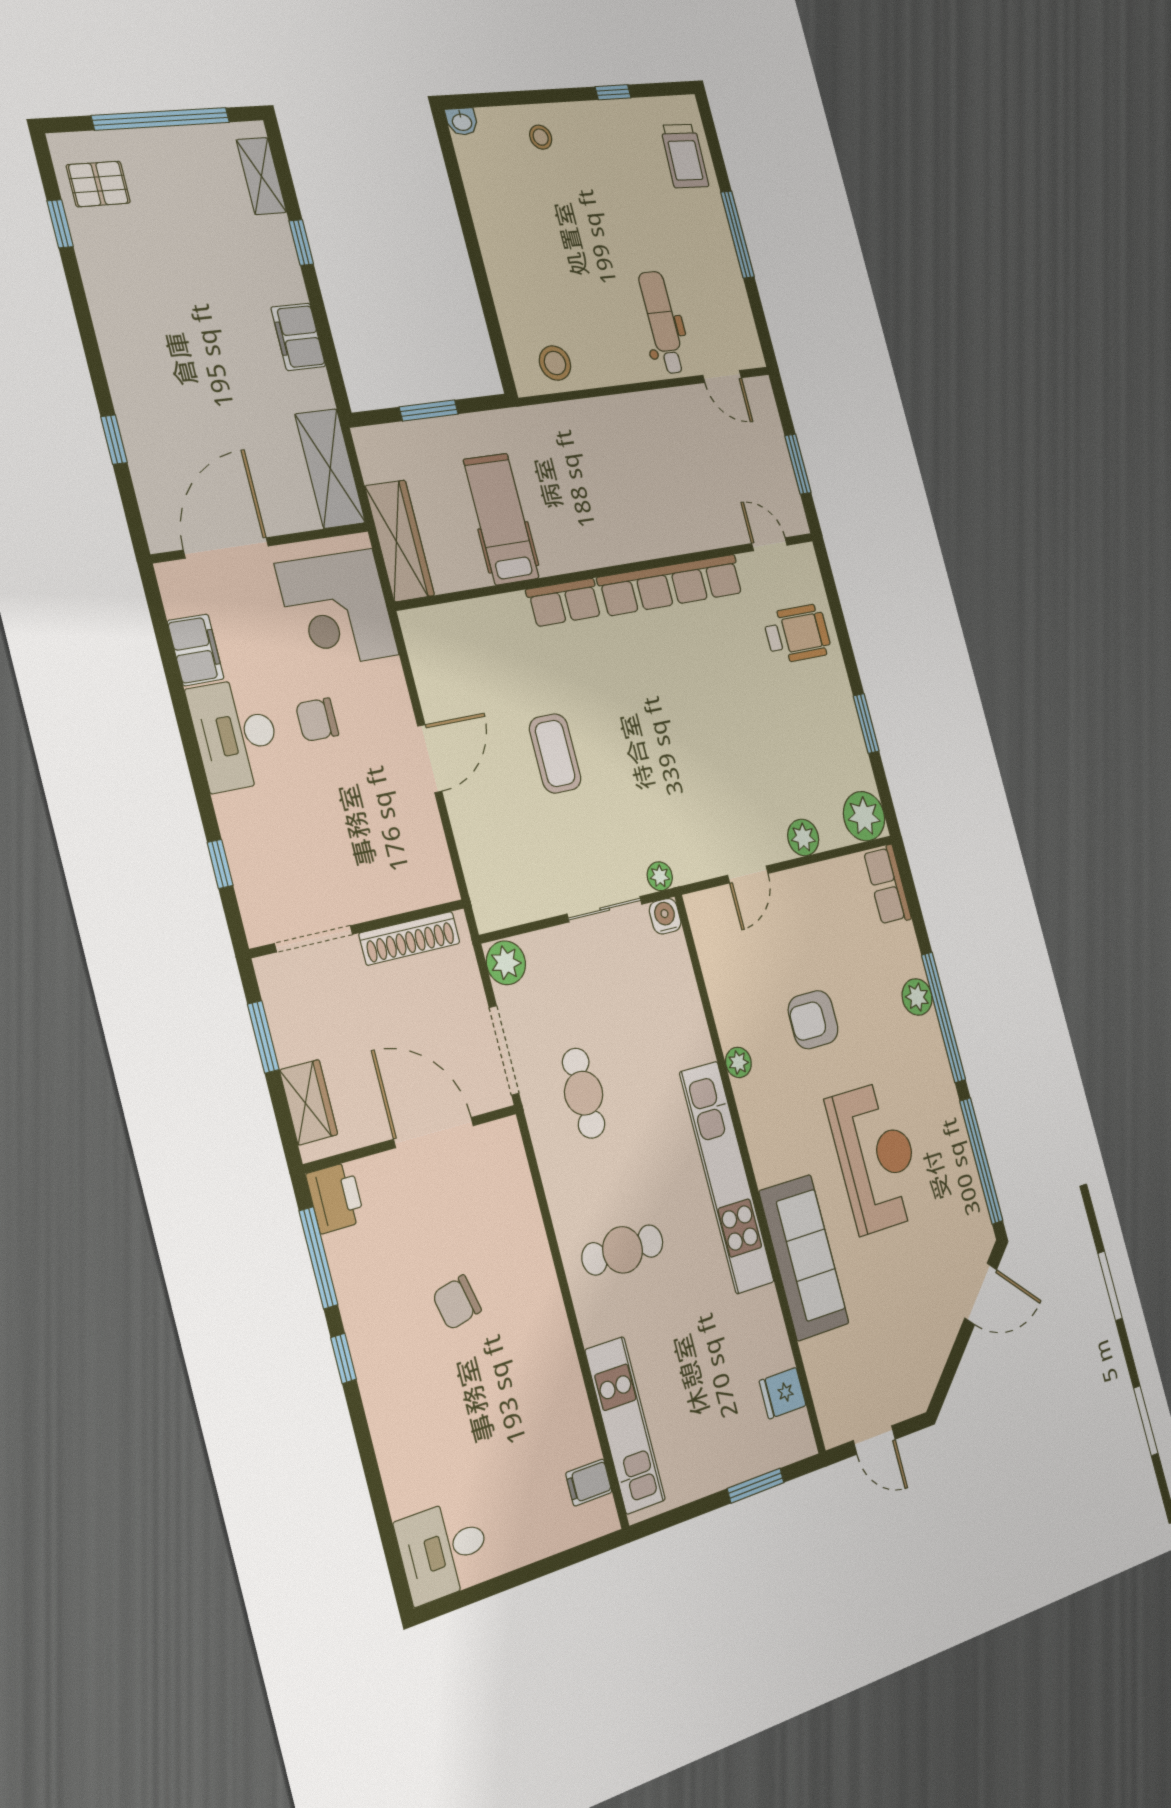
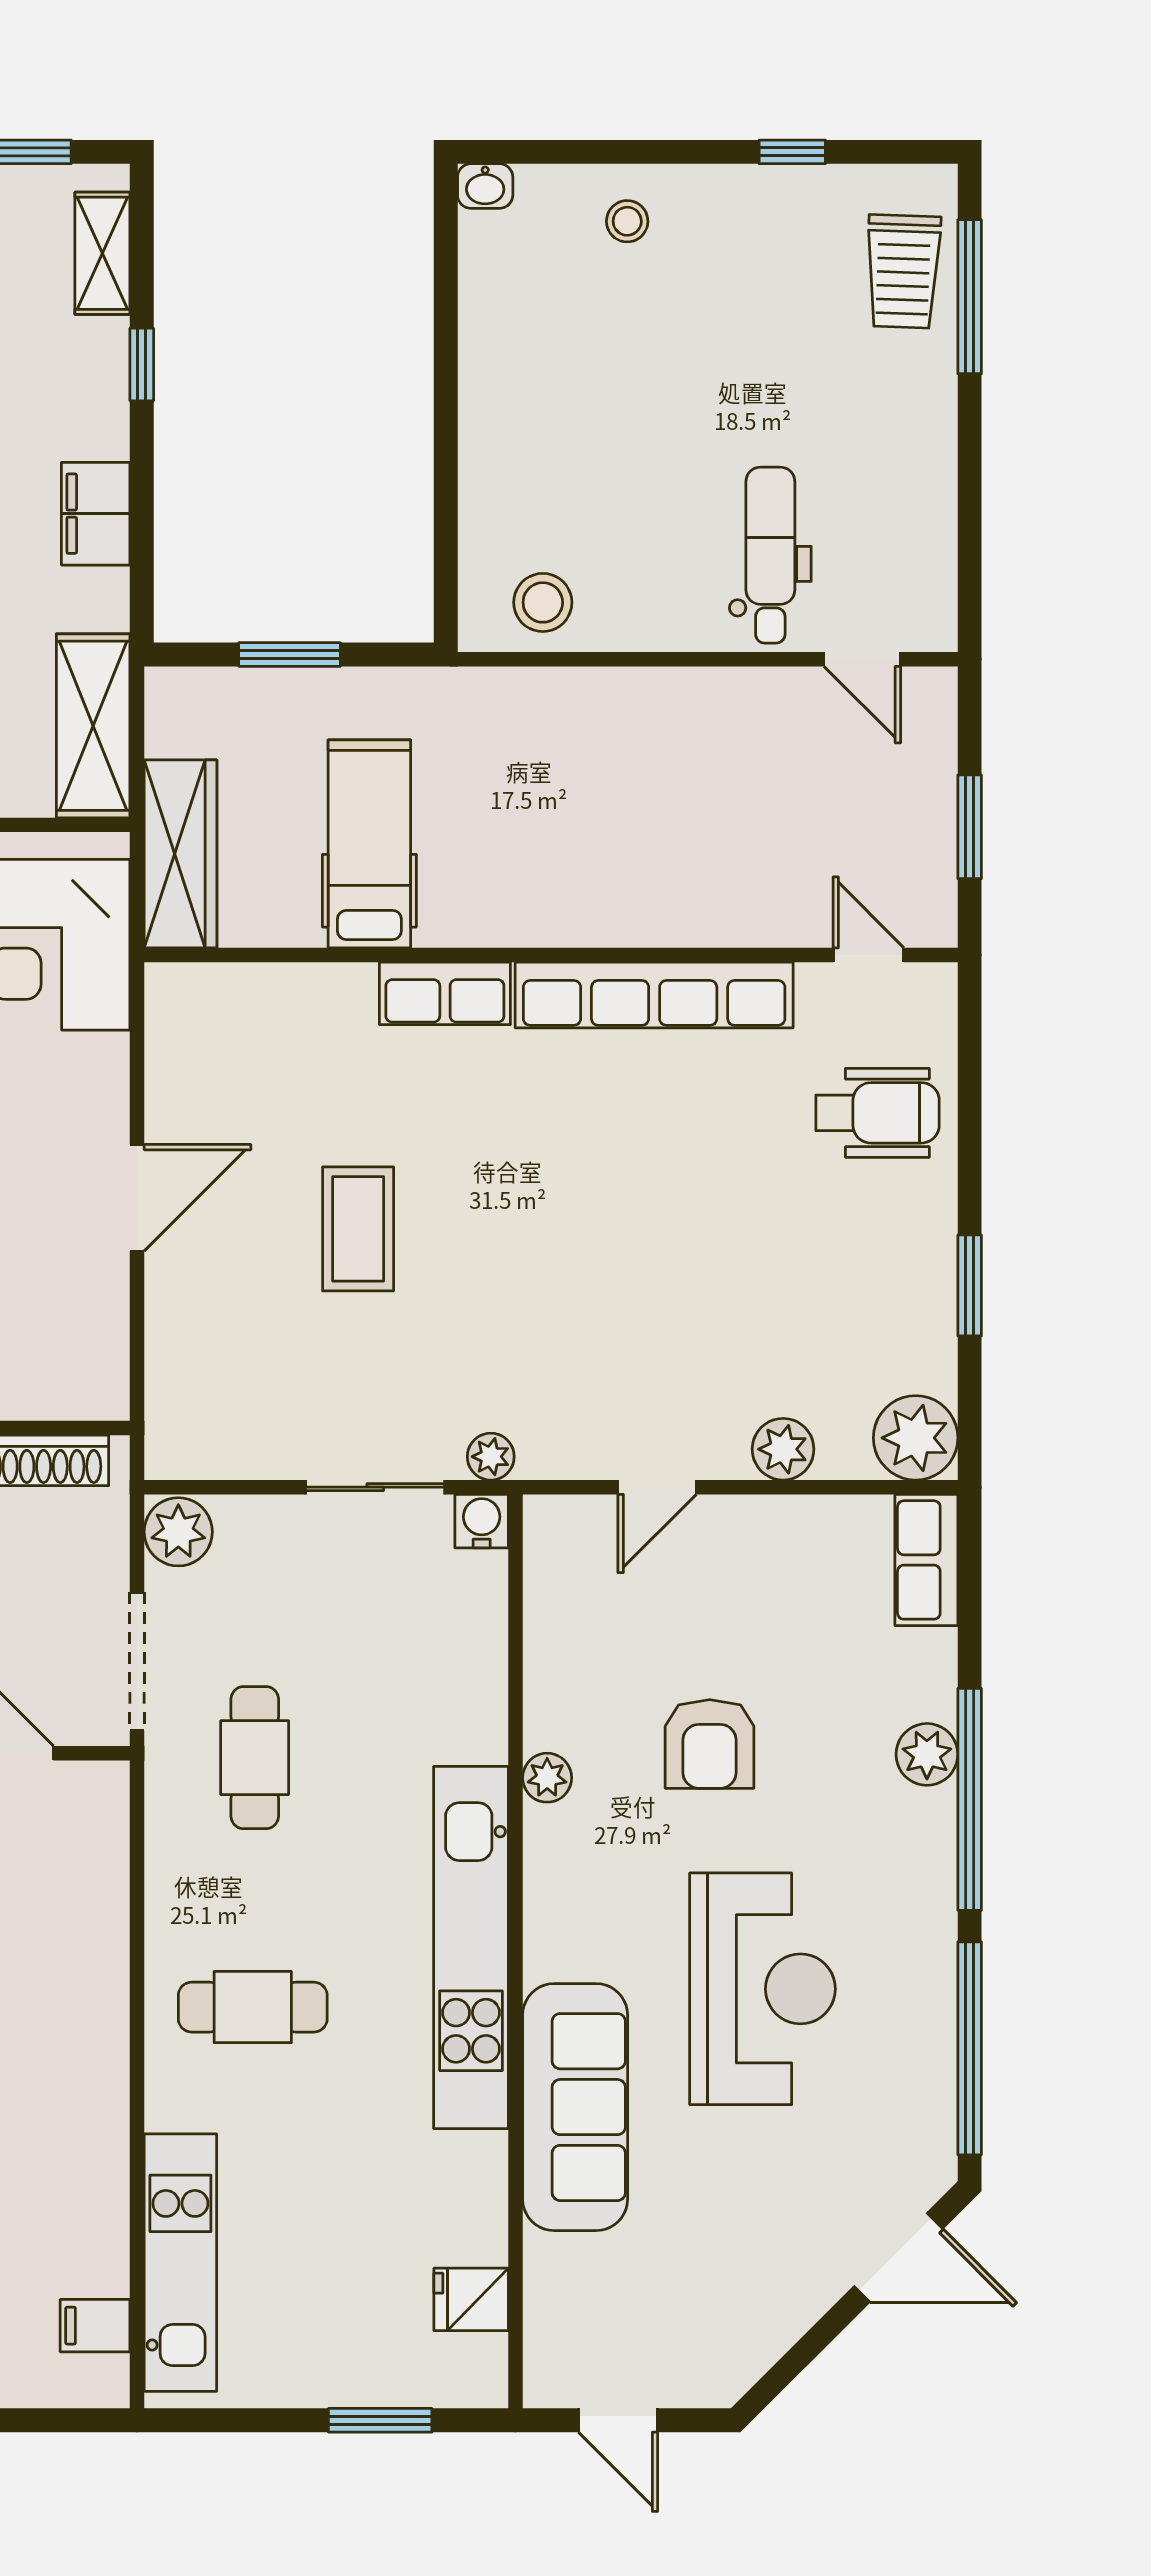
window: (737, 235) -> (970, 297), moved
armchair: (813, 1020) -> (710, 1744), turned -90

